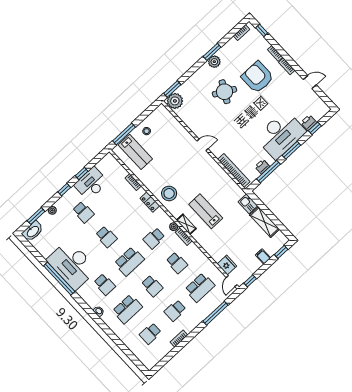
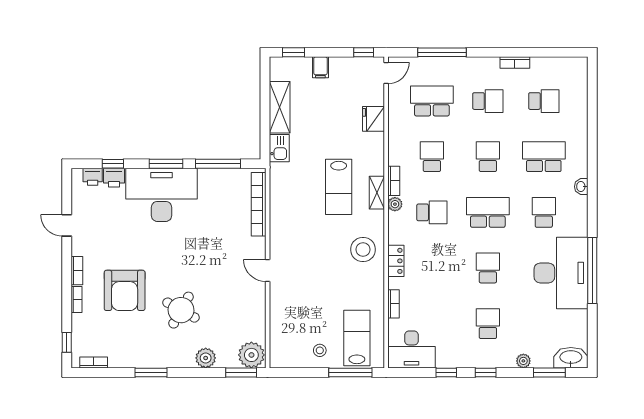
plant: (214, 62) -> (206, 358), moved
printer: (262, 167) -> (93, 177), moved
desk: (91, 184) -> (411, 349), moved
fridge: (227, 265) -> (374, 119), moved

